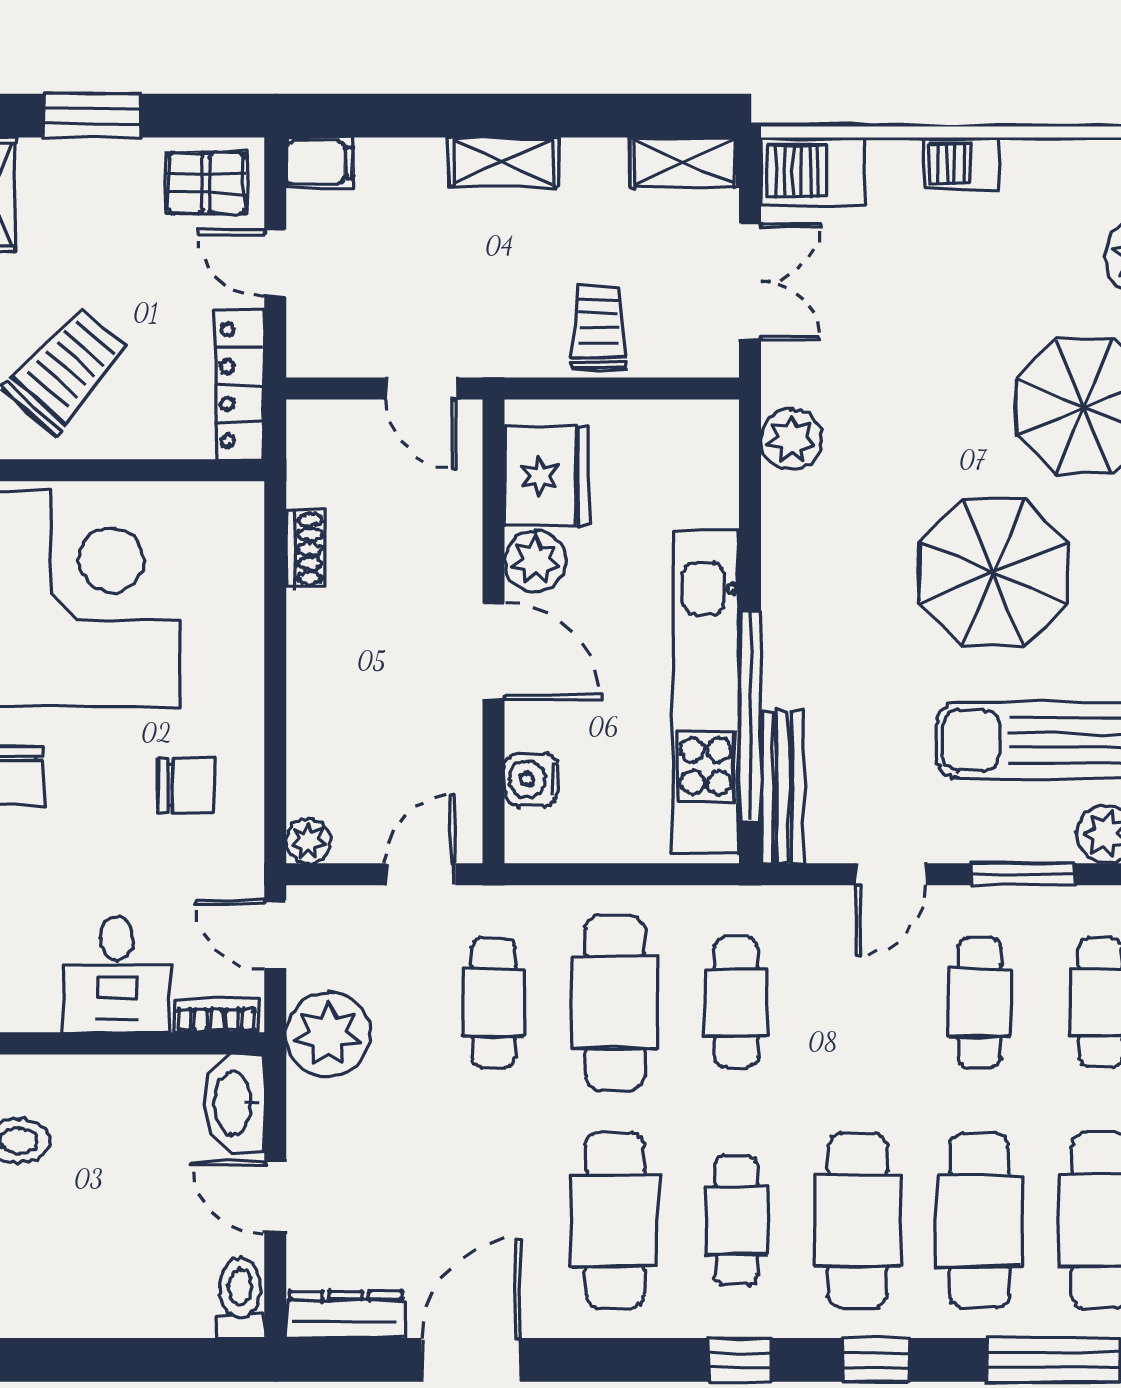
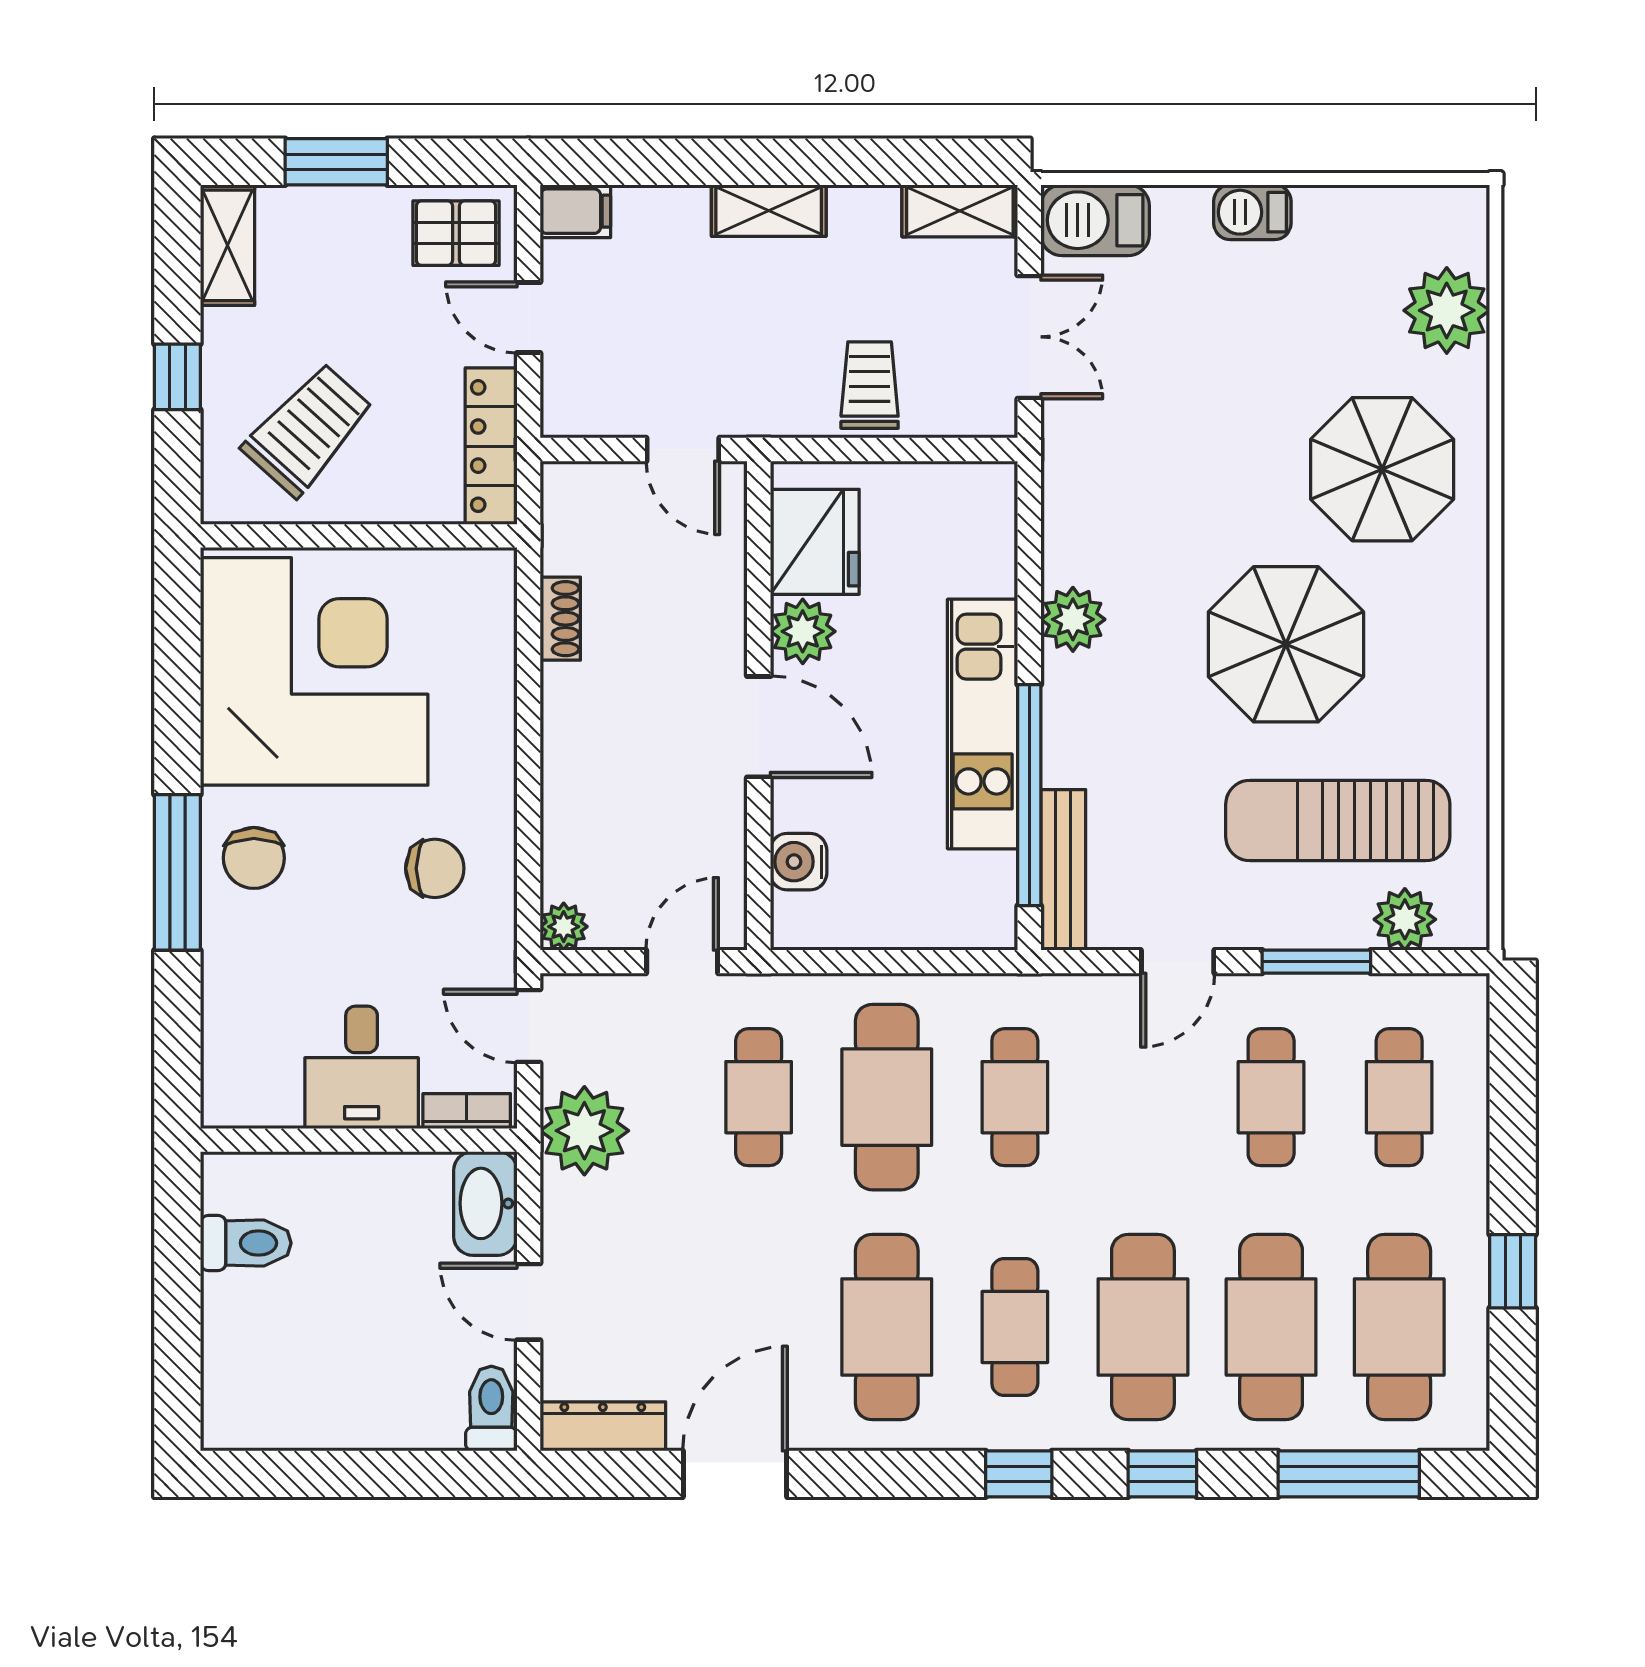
plant: (791, 440) -> (1073, 619), moved
kitchen unit: (706, 692) -> (983, 724), width x0.73

